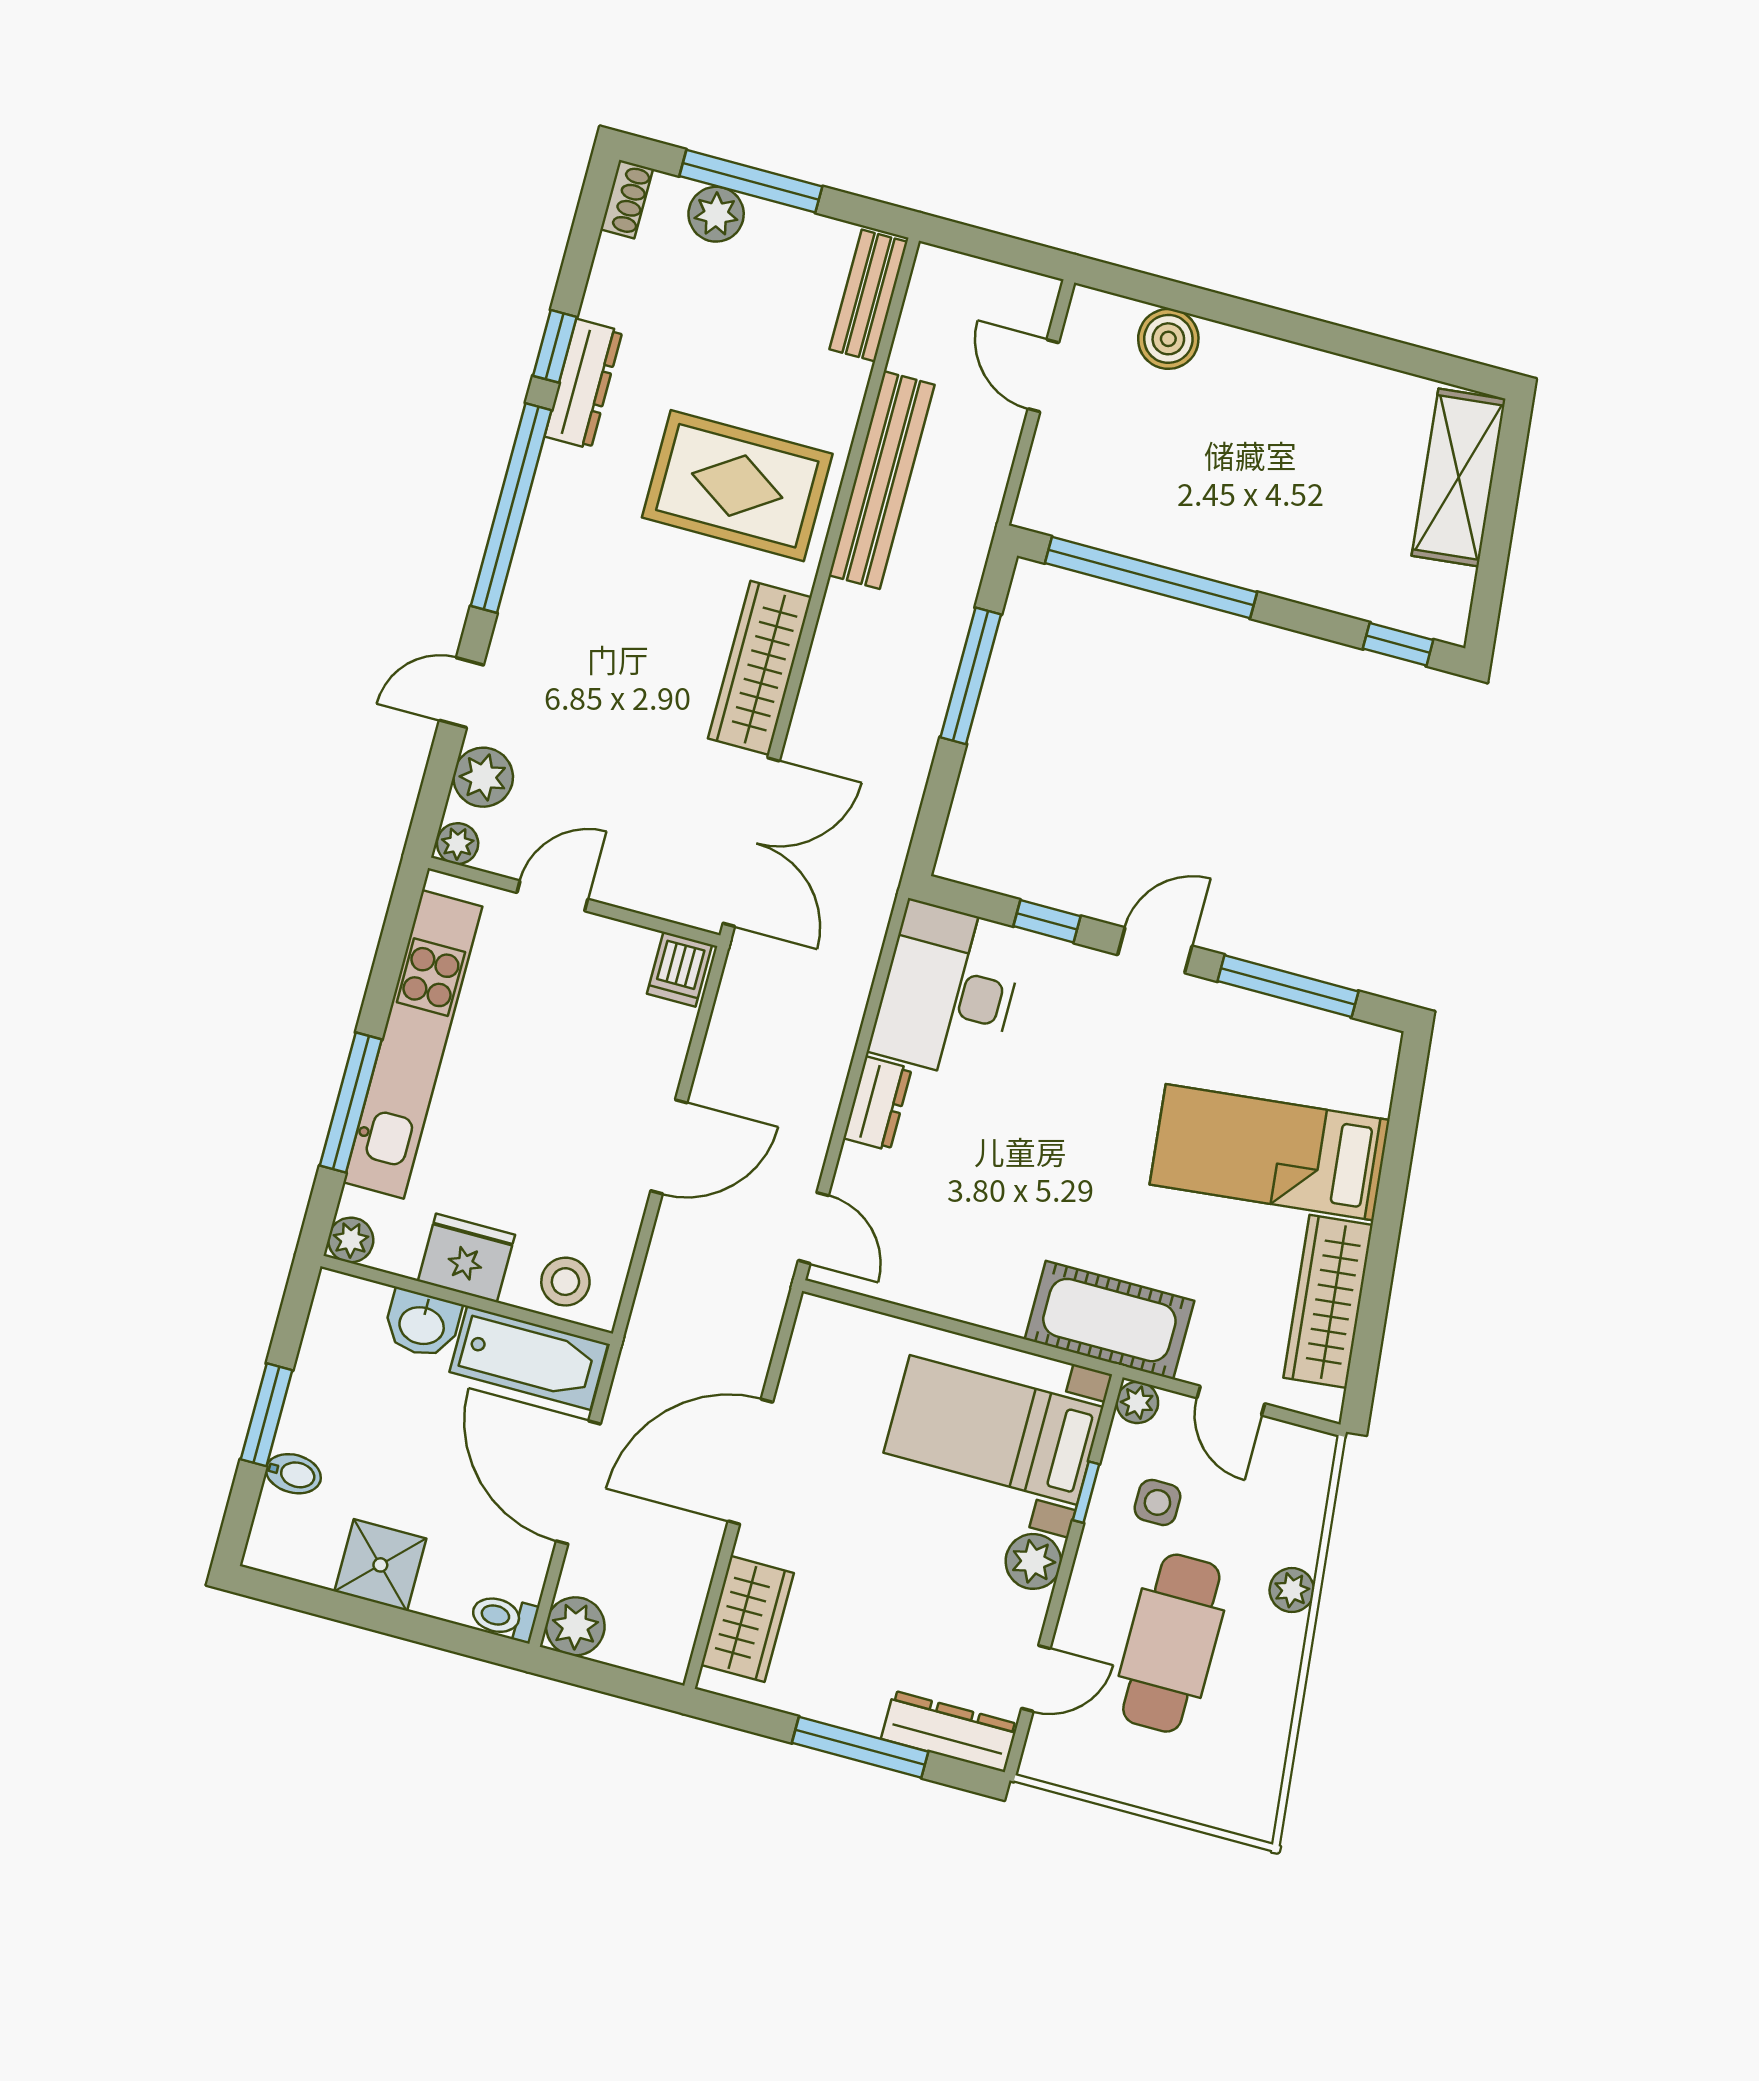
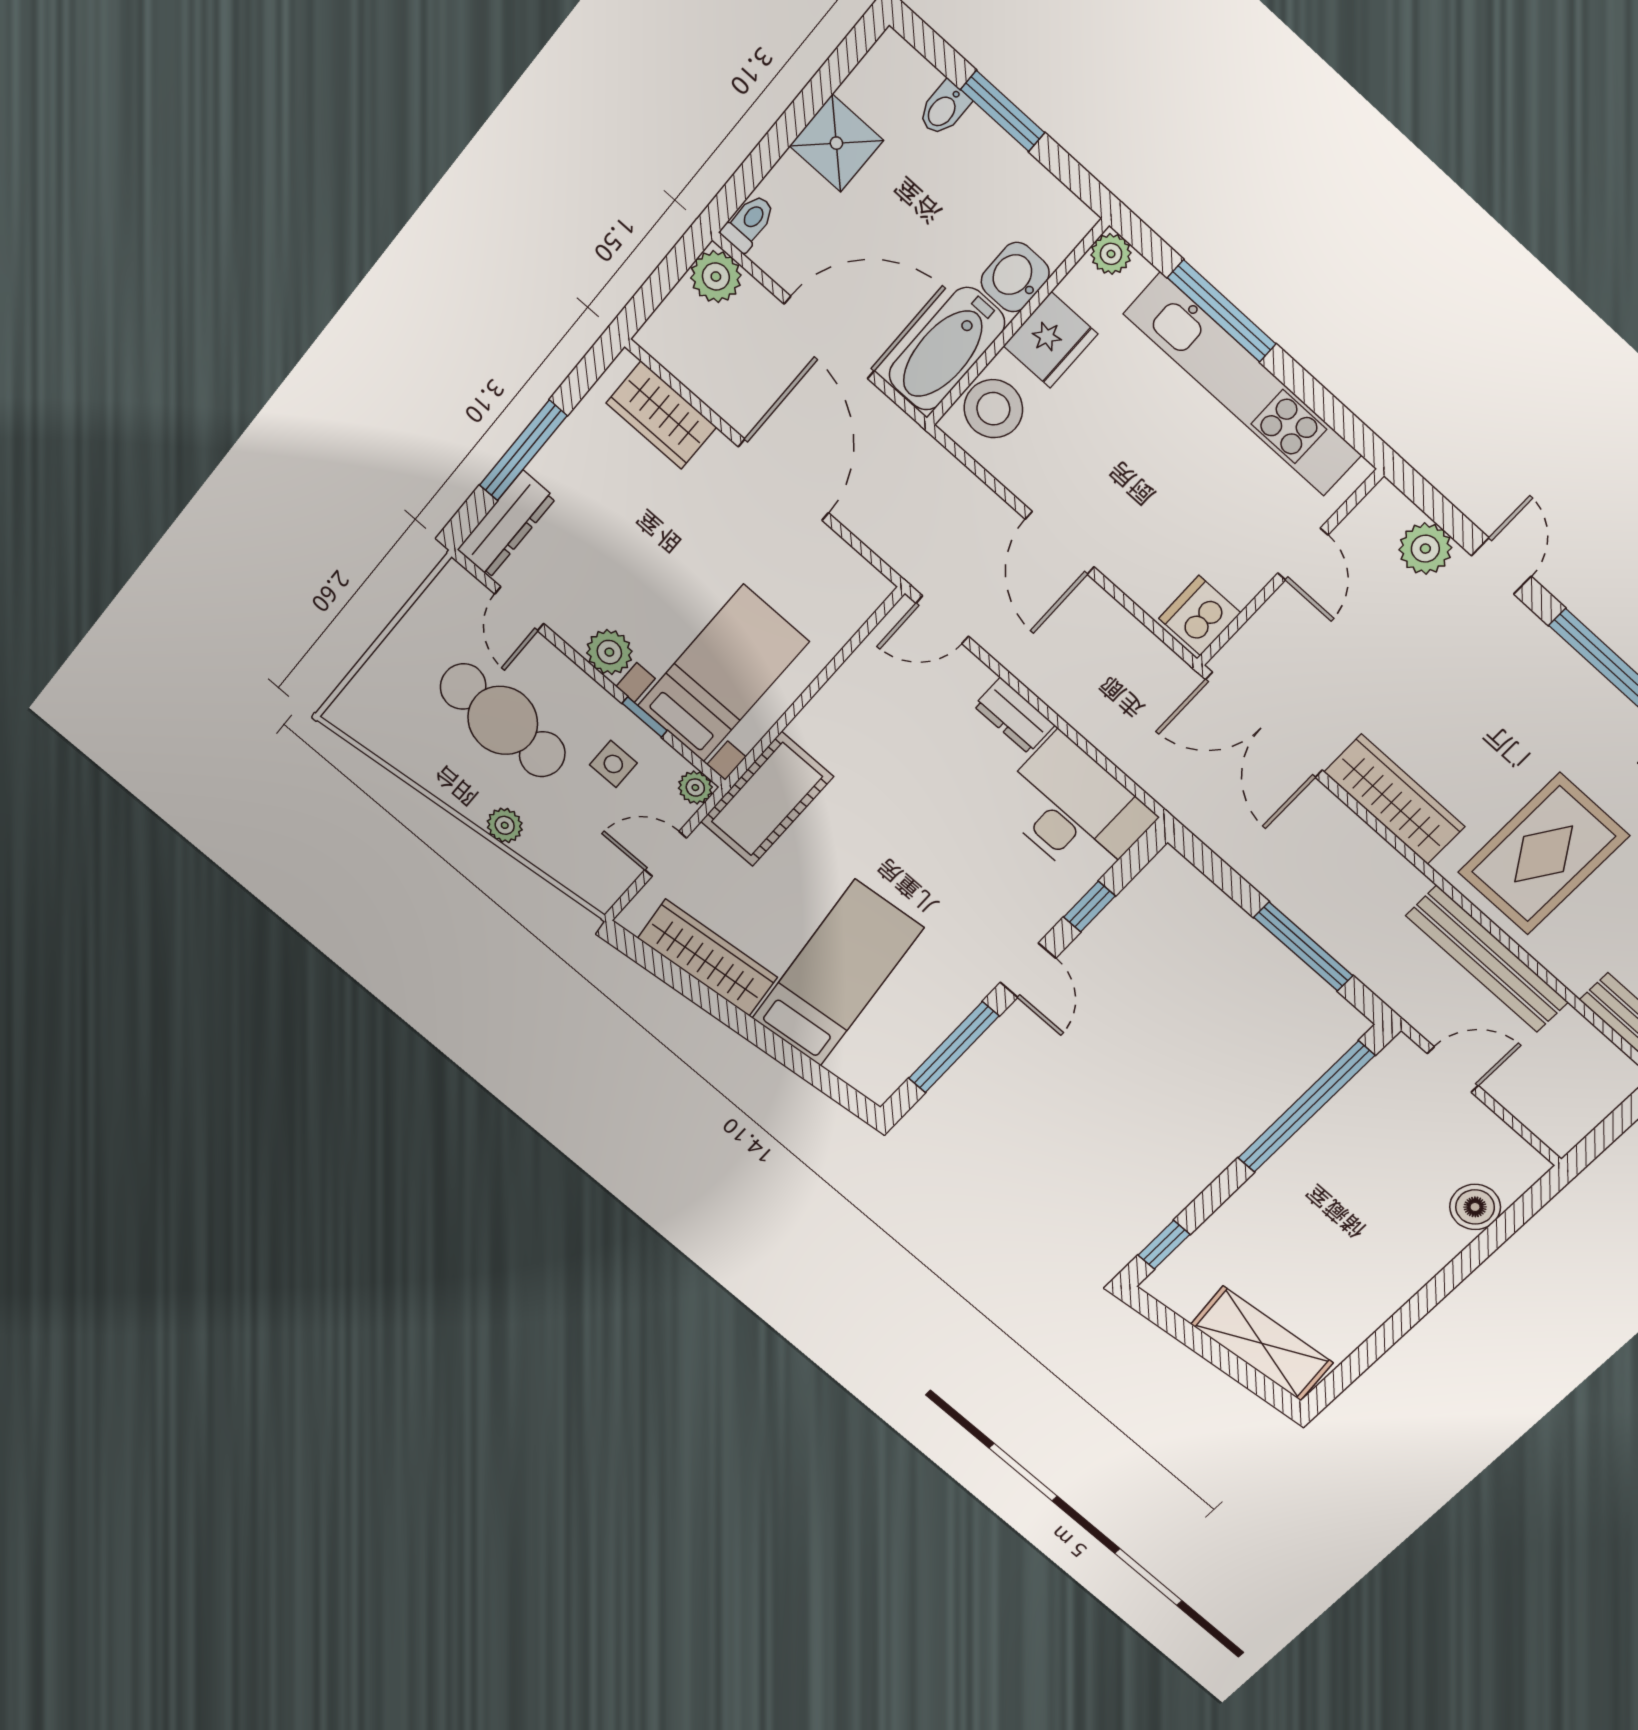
door: (1043, 376) -> (1453, 1070), moved
plant: (458, 844) -> (1384, 502), removed
dishwasher: (680, 969) -> (1200, 616), width x1.38
stool: (565, 1282) -> (993, 409), width x1.38, depth x1.38

